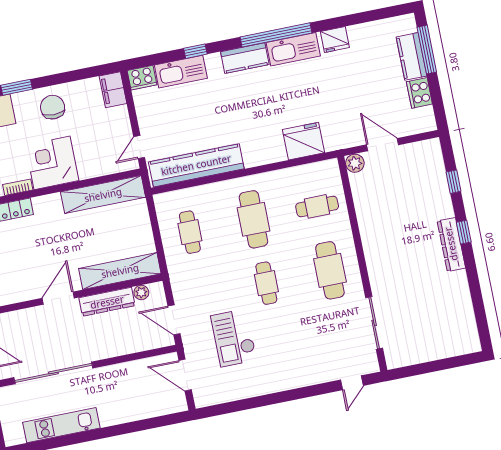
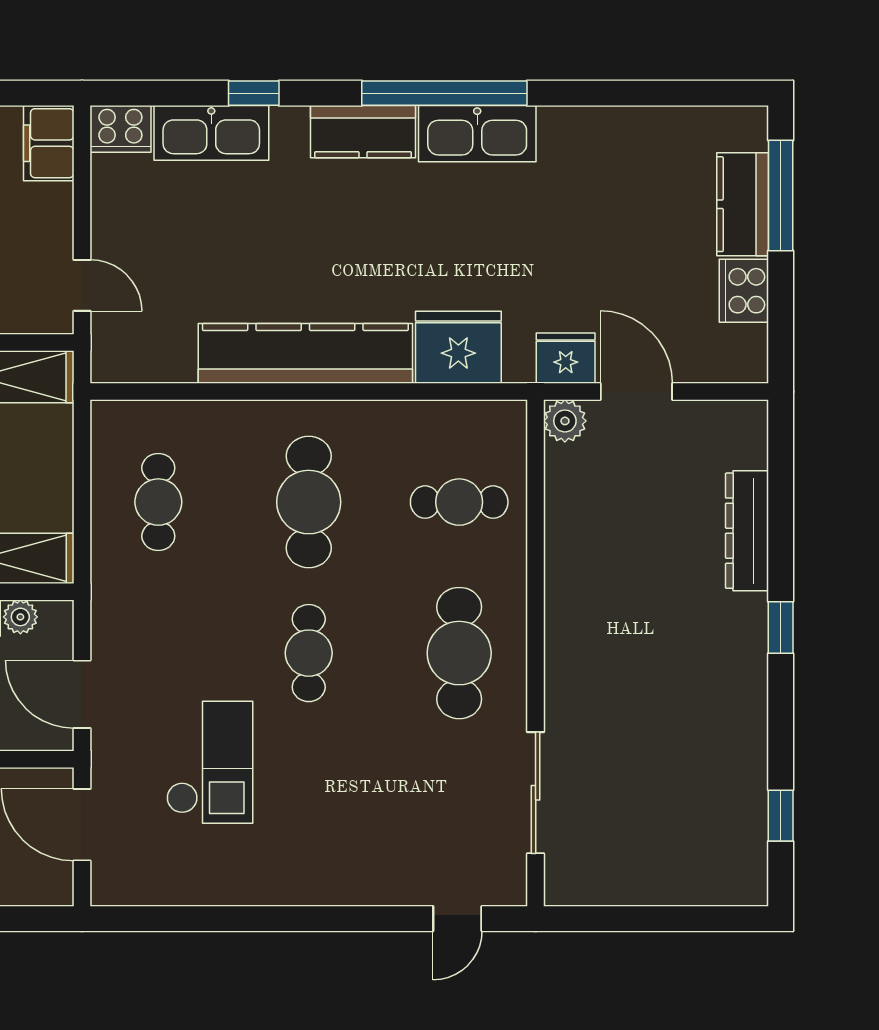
fridge: (335, 40) -> (566, 358), moved, turned 180
door: (139, 147) -> (82, 285), swing flipped
kitchen counter: (196, 165) -> (305, 353), moved
window: (454, 182) -> (781, 816), moved
dresser: (451, 244) -> (747, 531), moved
checkout: (234, 338) -> (210, 762), turned 180

